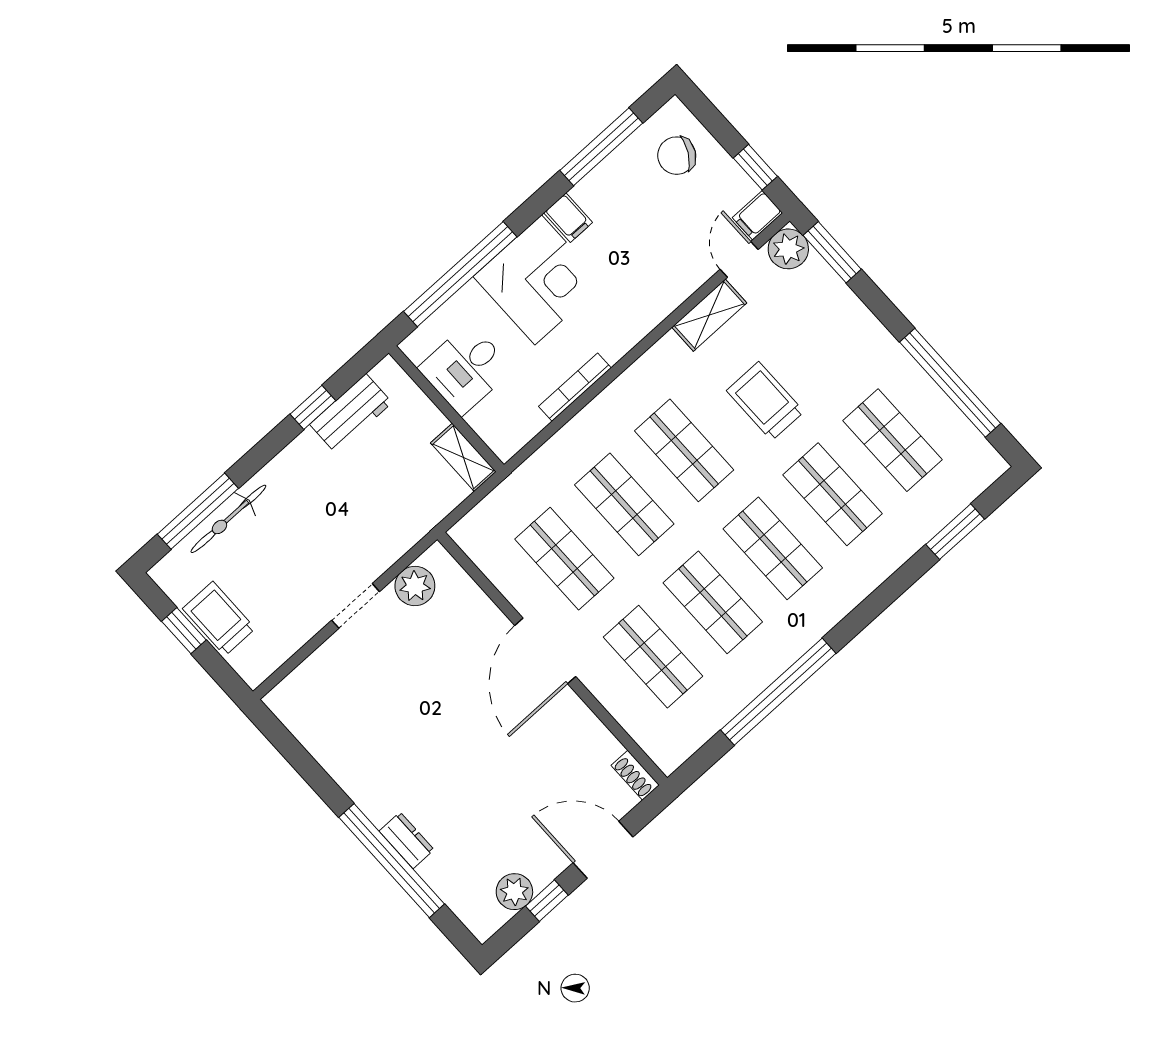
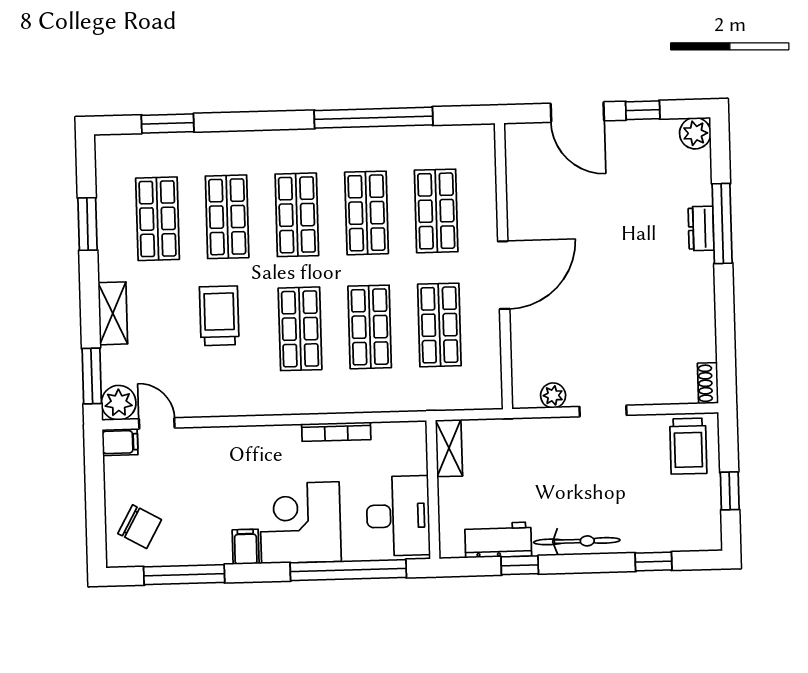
window: (755, 167) -> (94, 475), removed
door: (739, 259) -> (157, 423), swing flipped
shelving: (709, 315) -> (113, 313), moved, turned 90
desk: (466, 369) -> (398, 516), width x1.37
window: (950, 383) -> (87, 224), width x0.47
trolley: (765, 401) -> (219, 316), turned 180
window: (198, 511) -> (654, 562), width x0.46
bicycle: (228, 519) -> (577, 541), moved
plant: (415, 586) -> (553, 395), width x0.73, depth x0.73
trolley: (219, 619) -> (688, 446), moved
shoe rack: (635, 775) -> (708, 383), moved, turned 180
window: (392, 861) -> (722, 223), width x0.68
plant: (514, 892) -> (695, 133), moved

